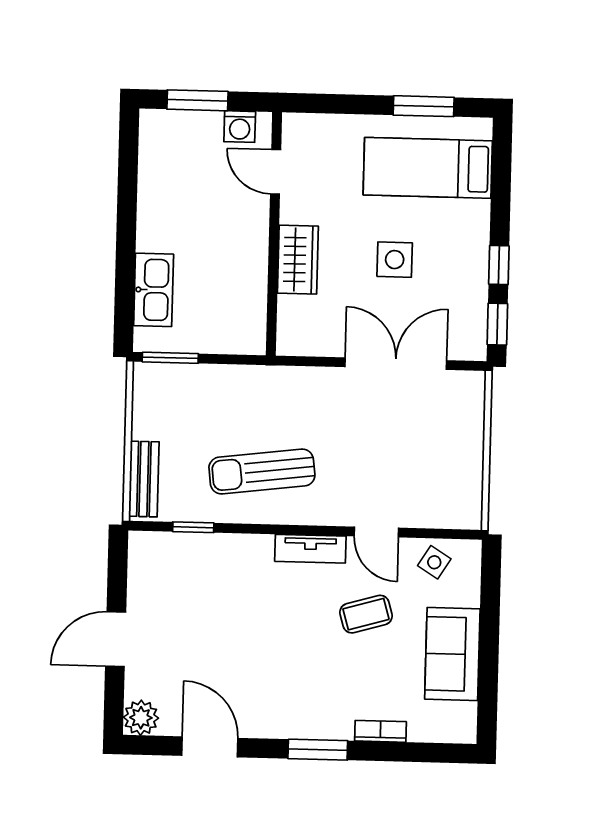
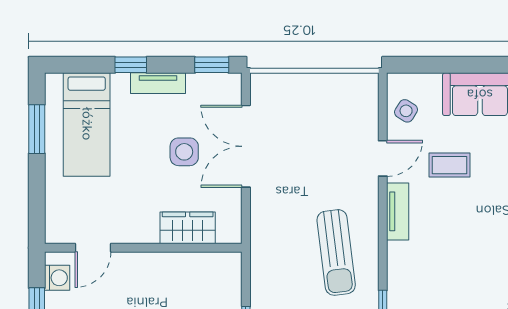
tv unit: (476, 257) -> (158, 83), added
wardrobe: (298, 260) -> (188, 228), moved
side table: (395, 260) -> (184, 152), moved
window: (499, 265) -> (131, 65), moved
coffee table: (366, 614) -> (450, 165), turned -74

